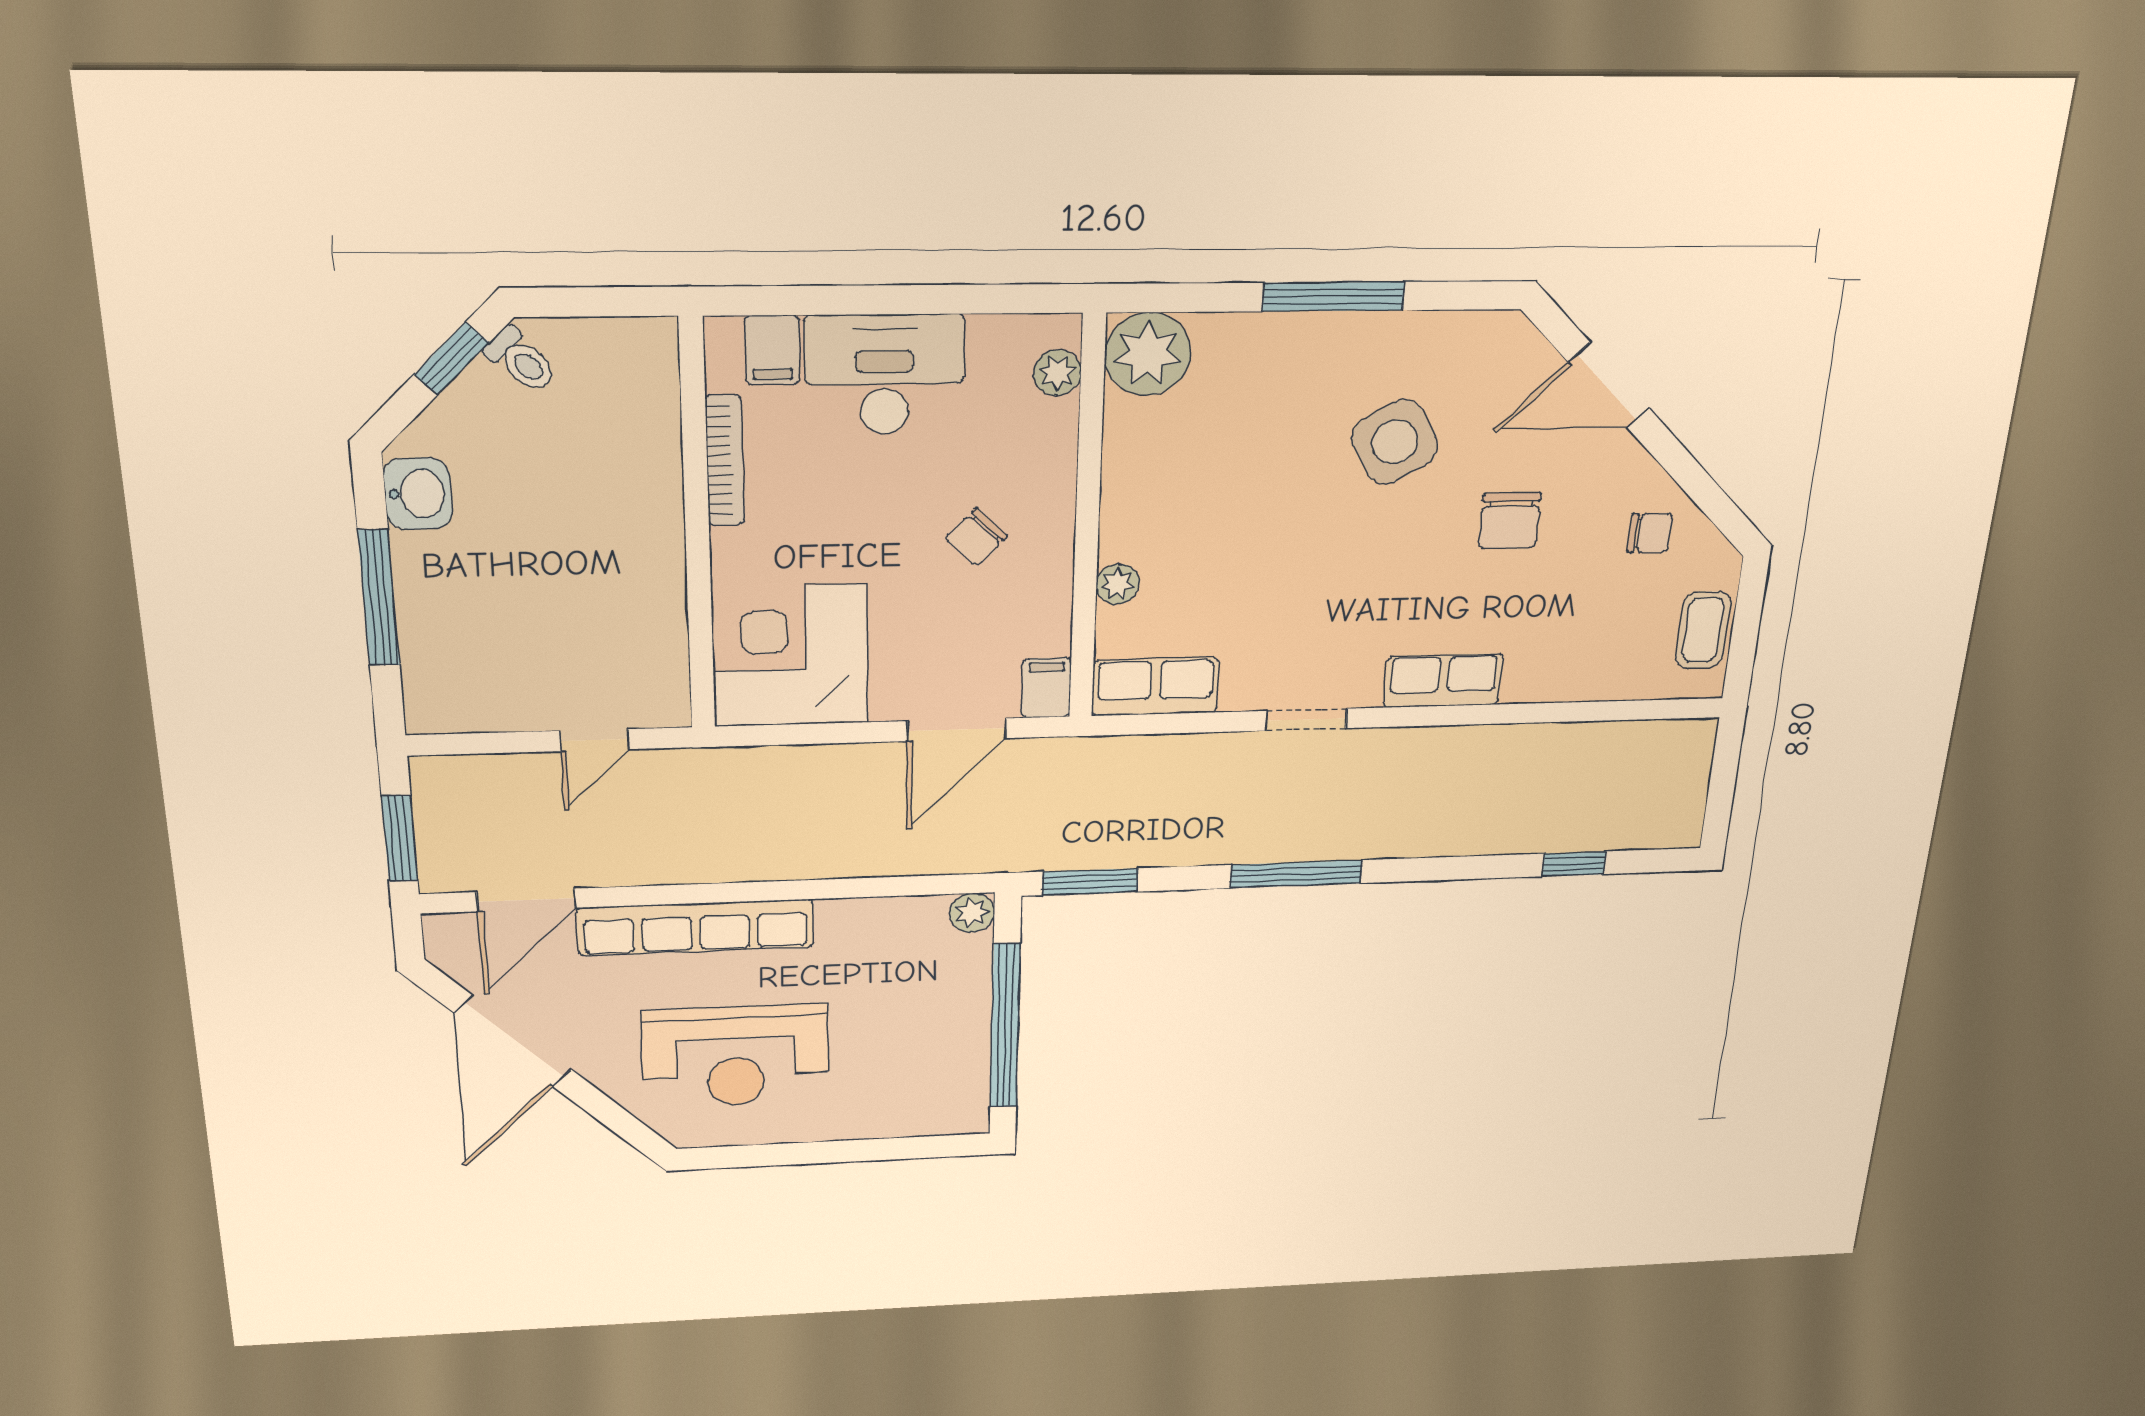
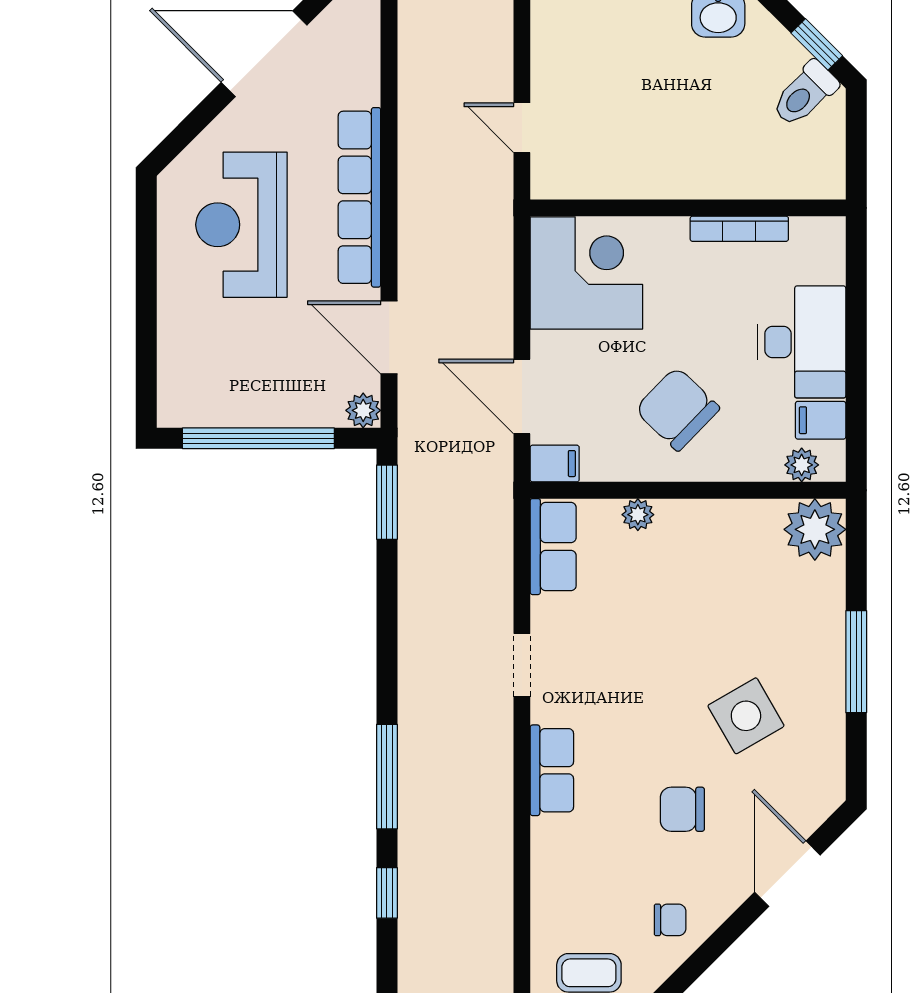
filing cabinet: (772, 350) -> (821, 420), moved
toilet: (521, 360) -> (805, 94), width x1.37, depth x1.39
chair: (1650, 533) -> (670, 920), turned -91
chair: (976, 537) -> (677, 409), width x1.87, depth x1.87
window: (1296, 874) -> (387, 777), moved
door: (526, 900) -> (389, 337), moved

